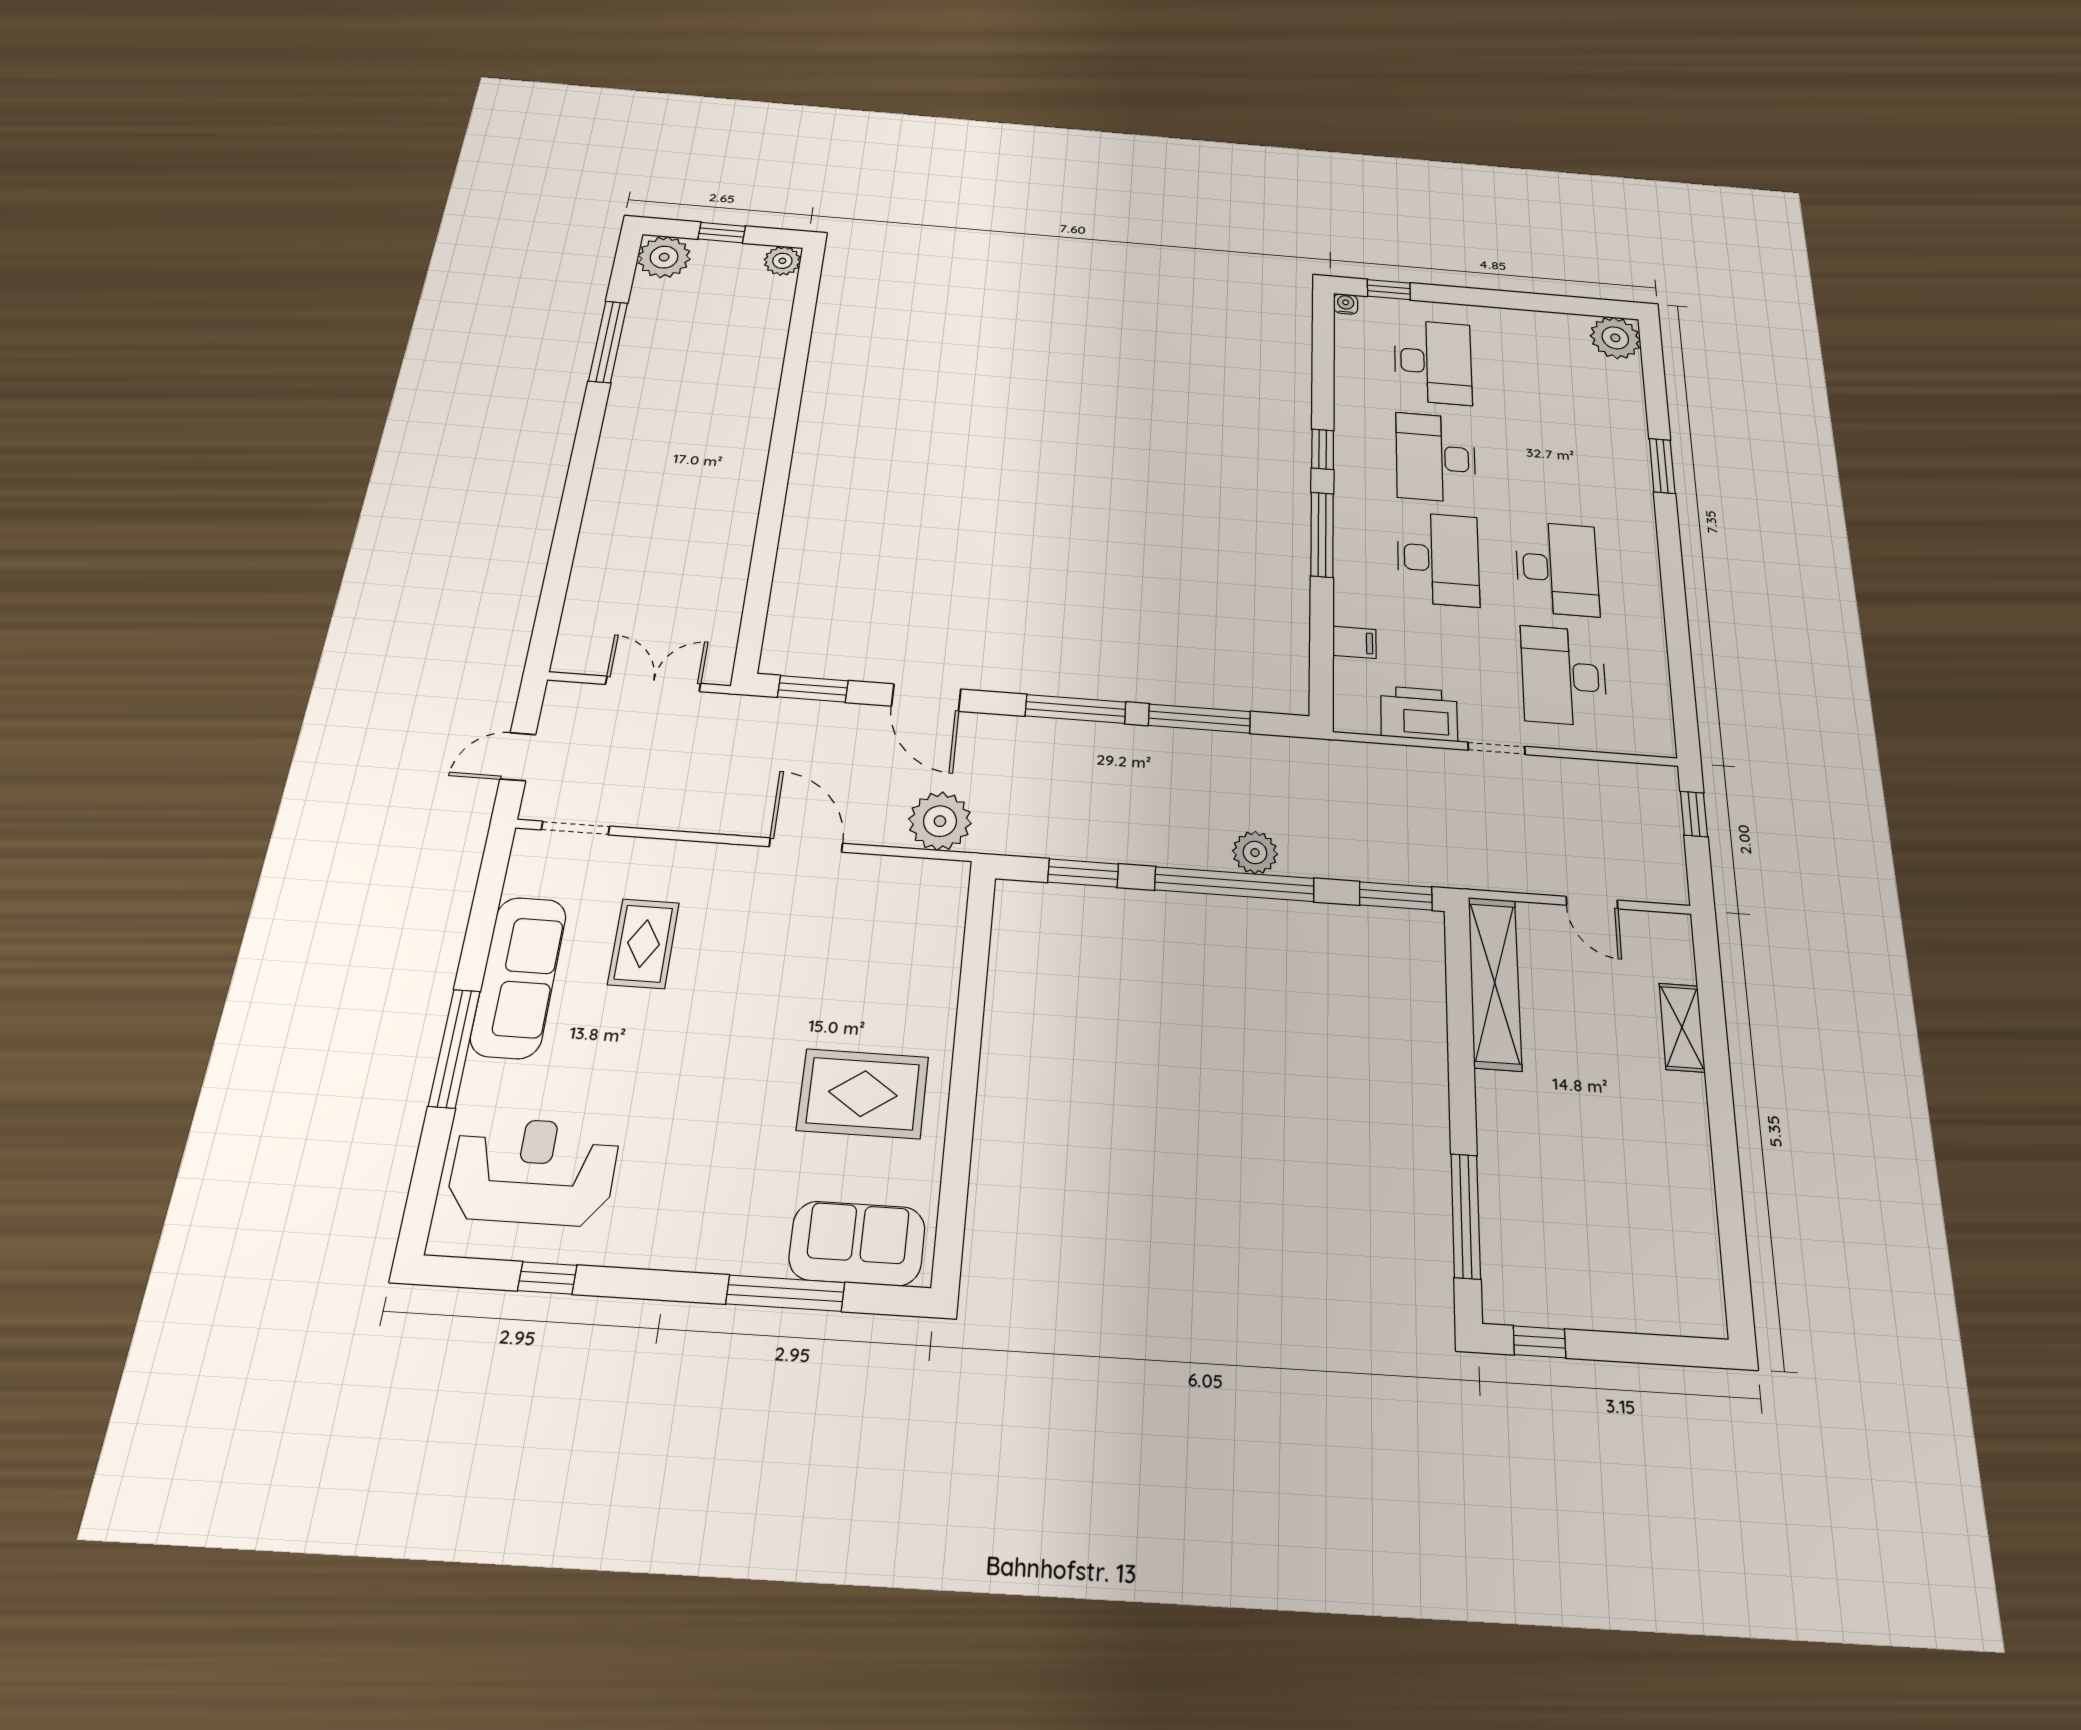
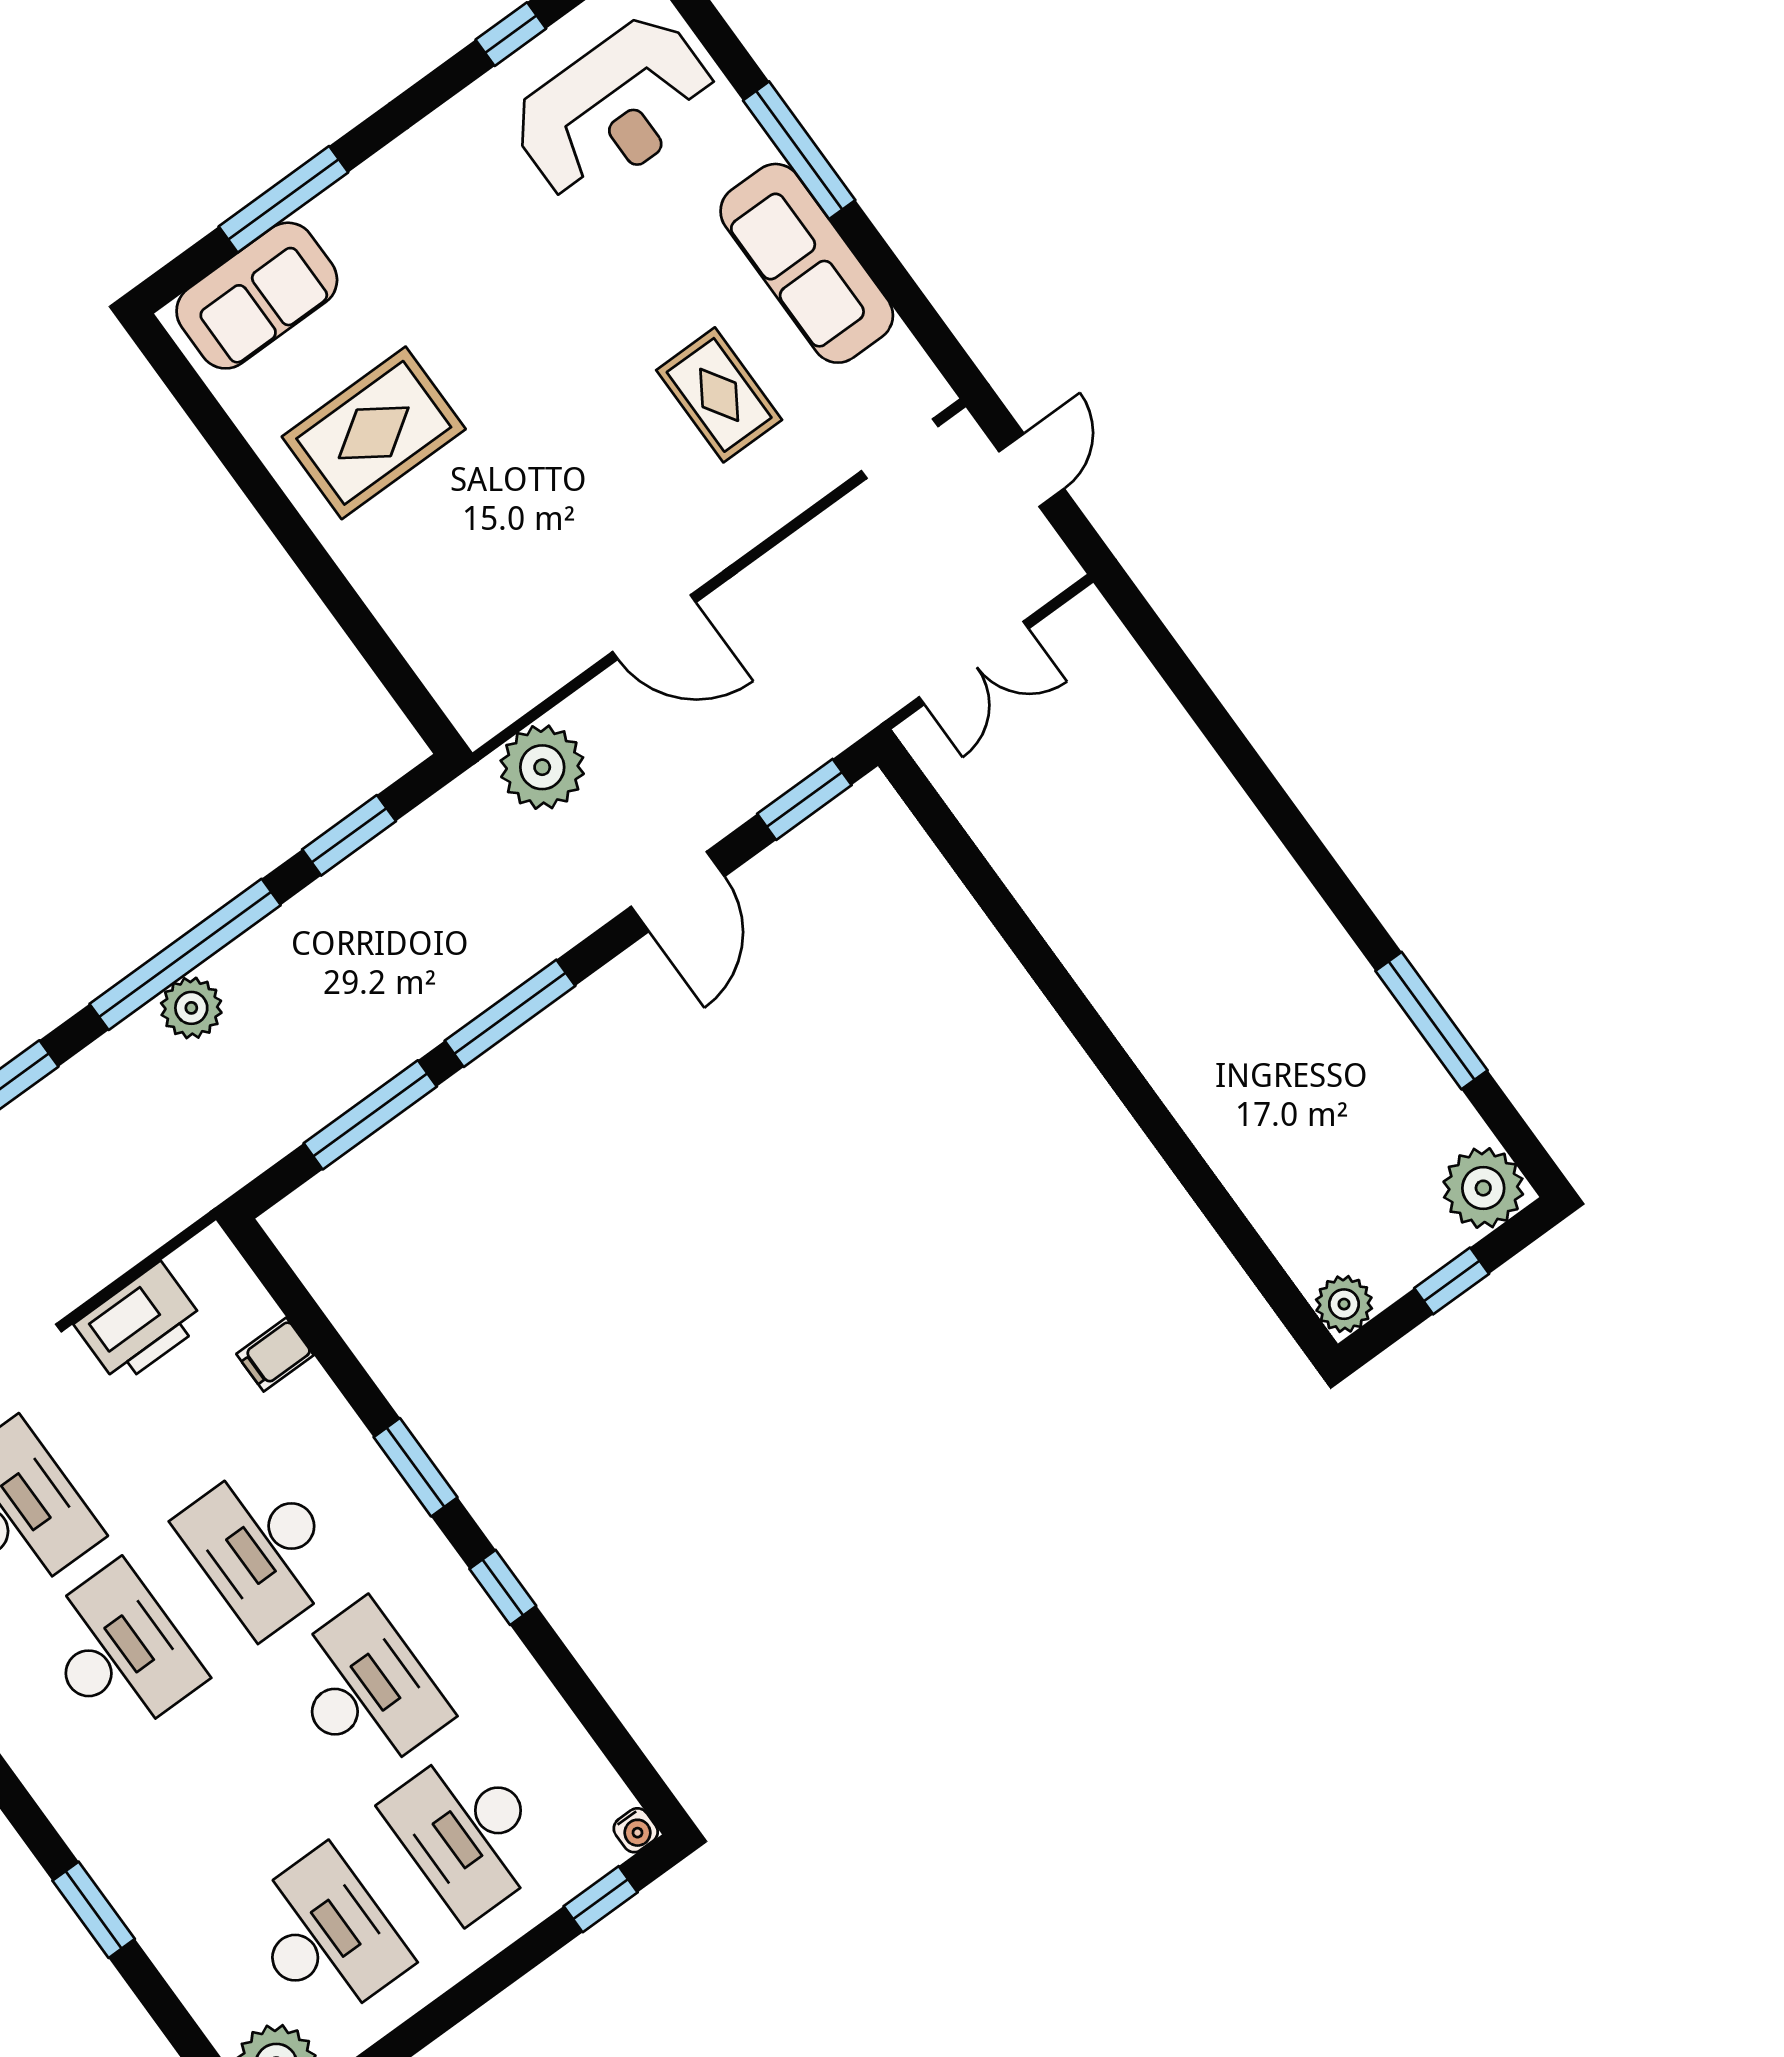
desk: (1545, 371) -> (325, 1936), added
window: (1322, 535) -> (416, 1467), width x0.69
desk: (1557, 568) -> (119, 1652), turned 180
door: (926, 698) -> (678, 891), swing flipped

